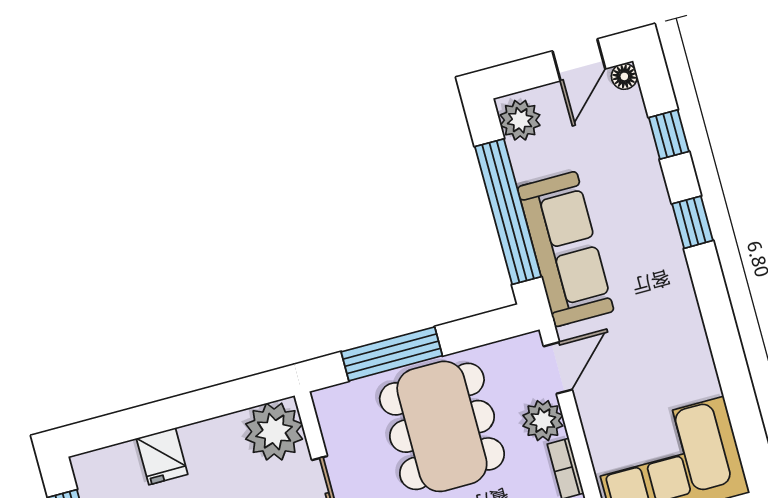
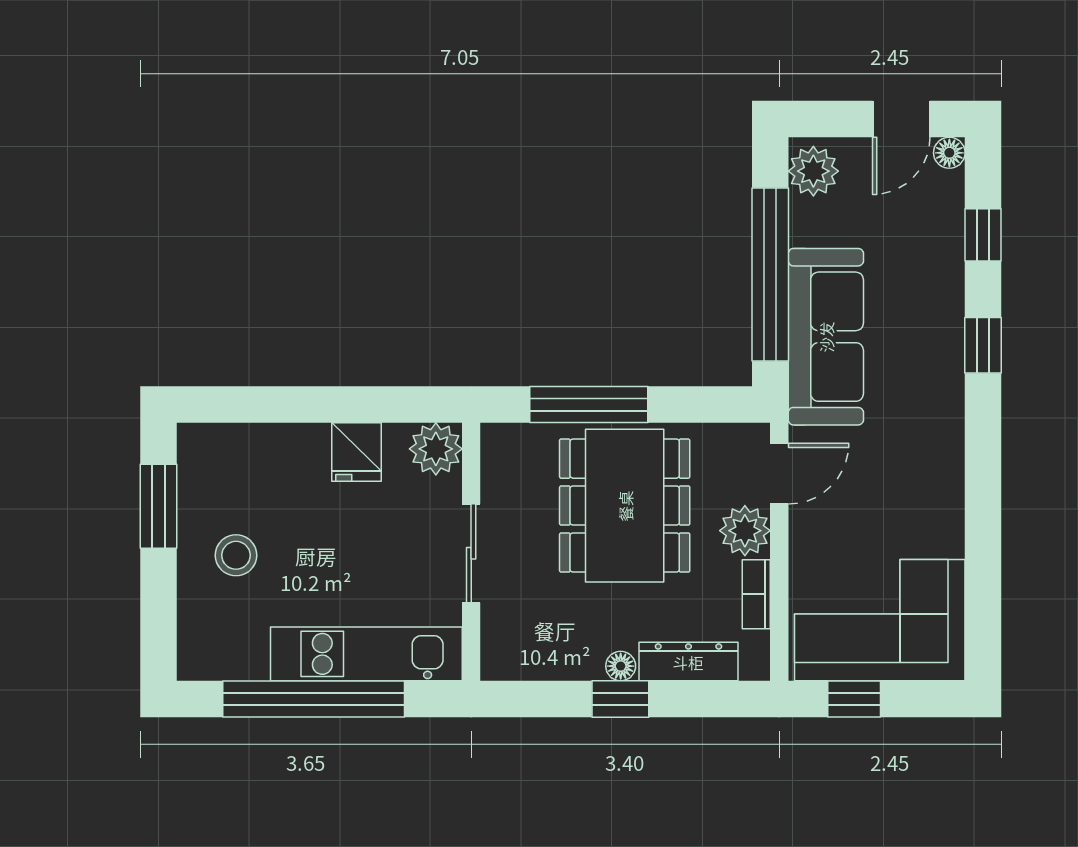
plant: (274, 432) -> (436, 449), width x0.73, depth x0.73
fridge: (162, 456) -> (357, 452), moved

